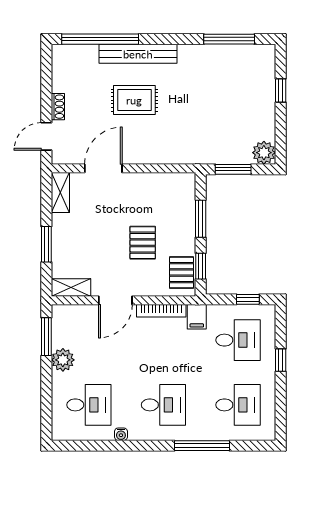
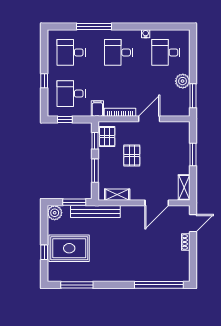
bench: (138, 54) -> (95, 211), moved
rug: (134, 100) -> (69, 248), moved, width x1.36, depth x1.43
shelving: (71, 288) -> (117, 195), moved

